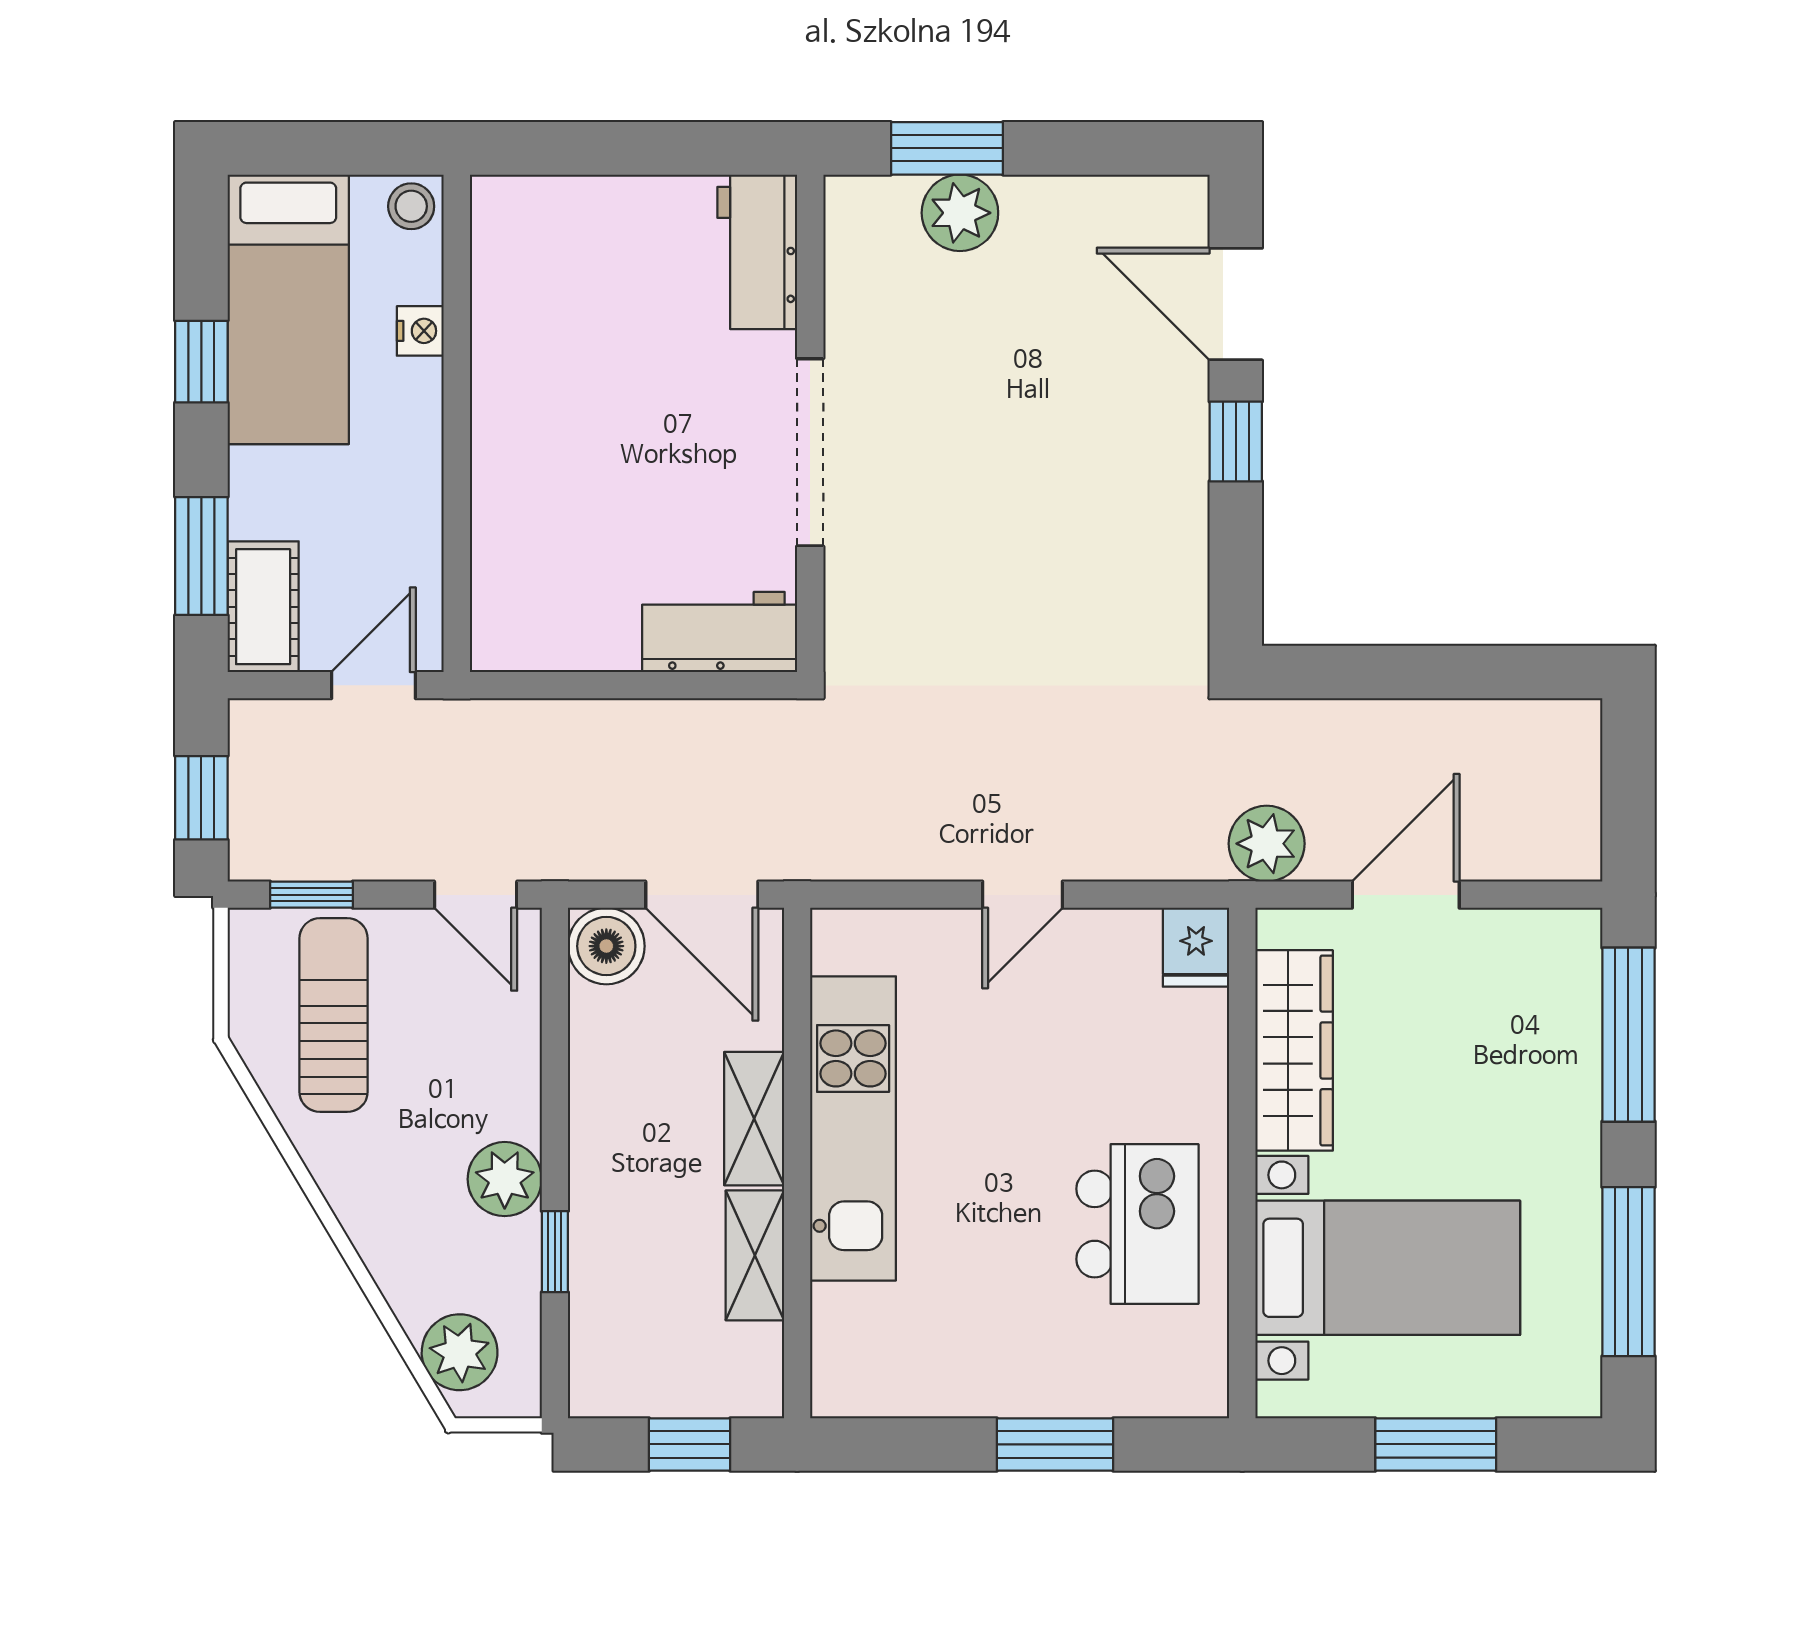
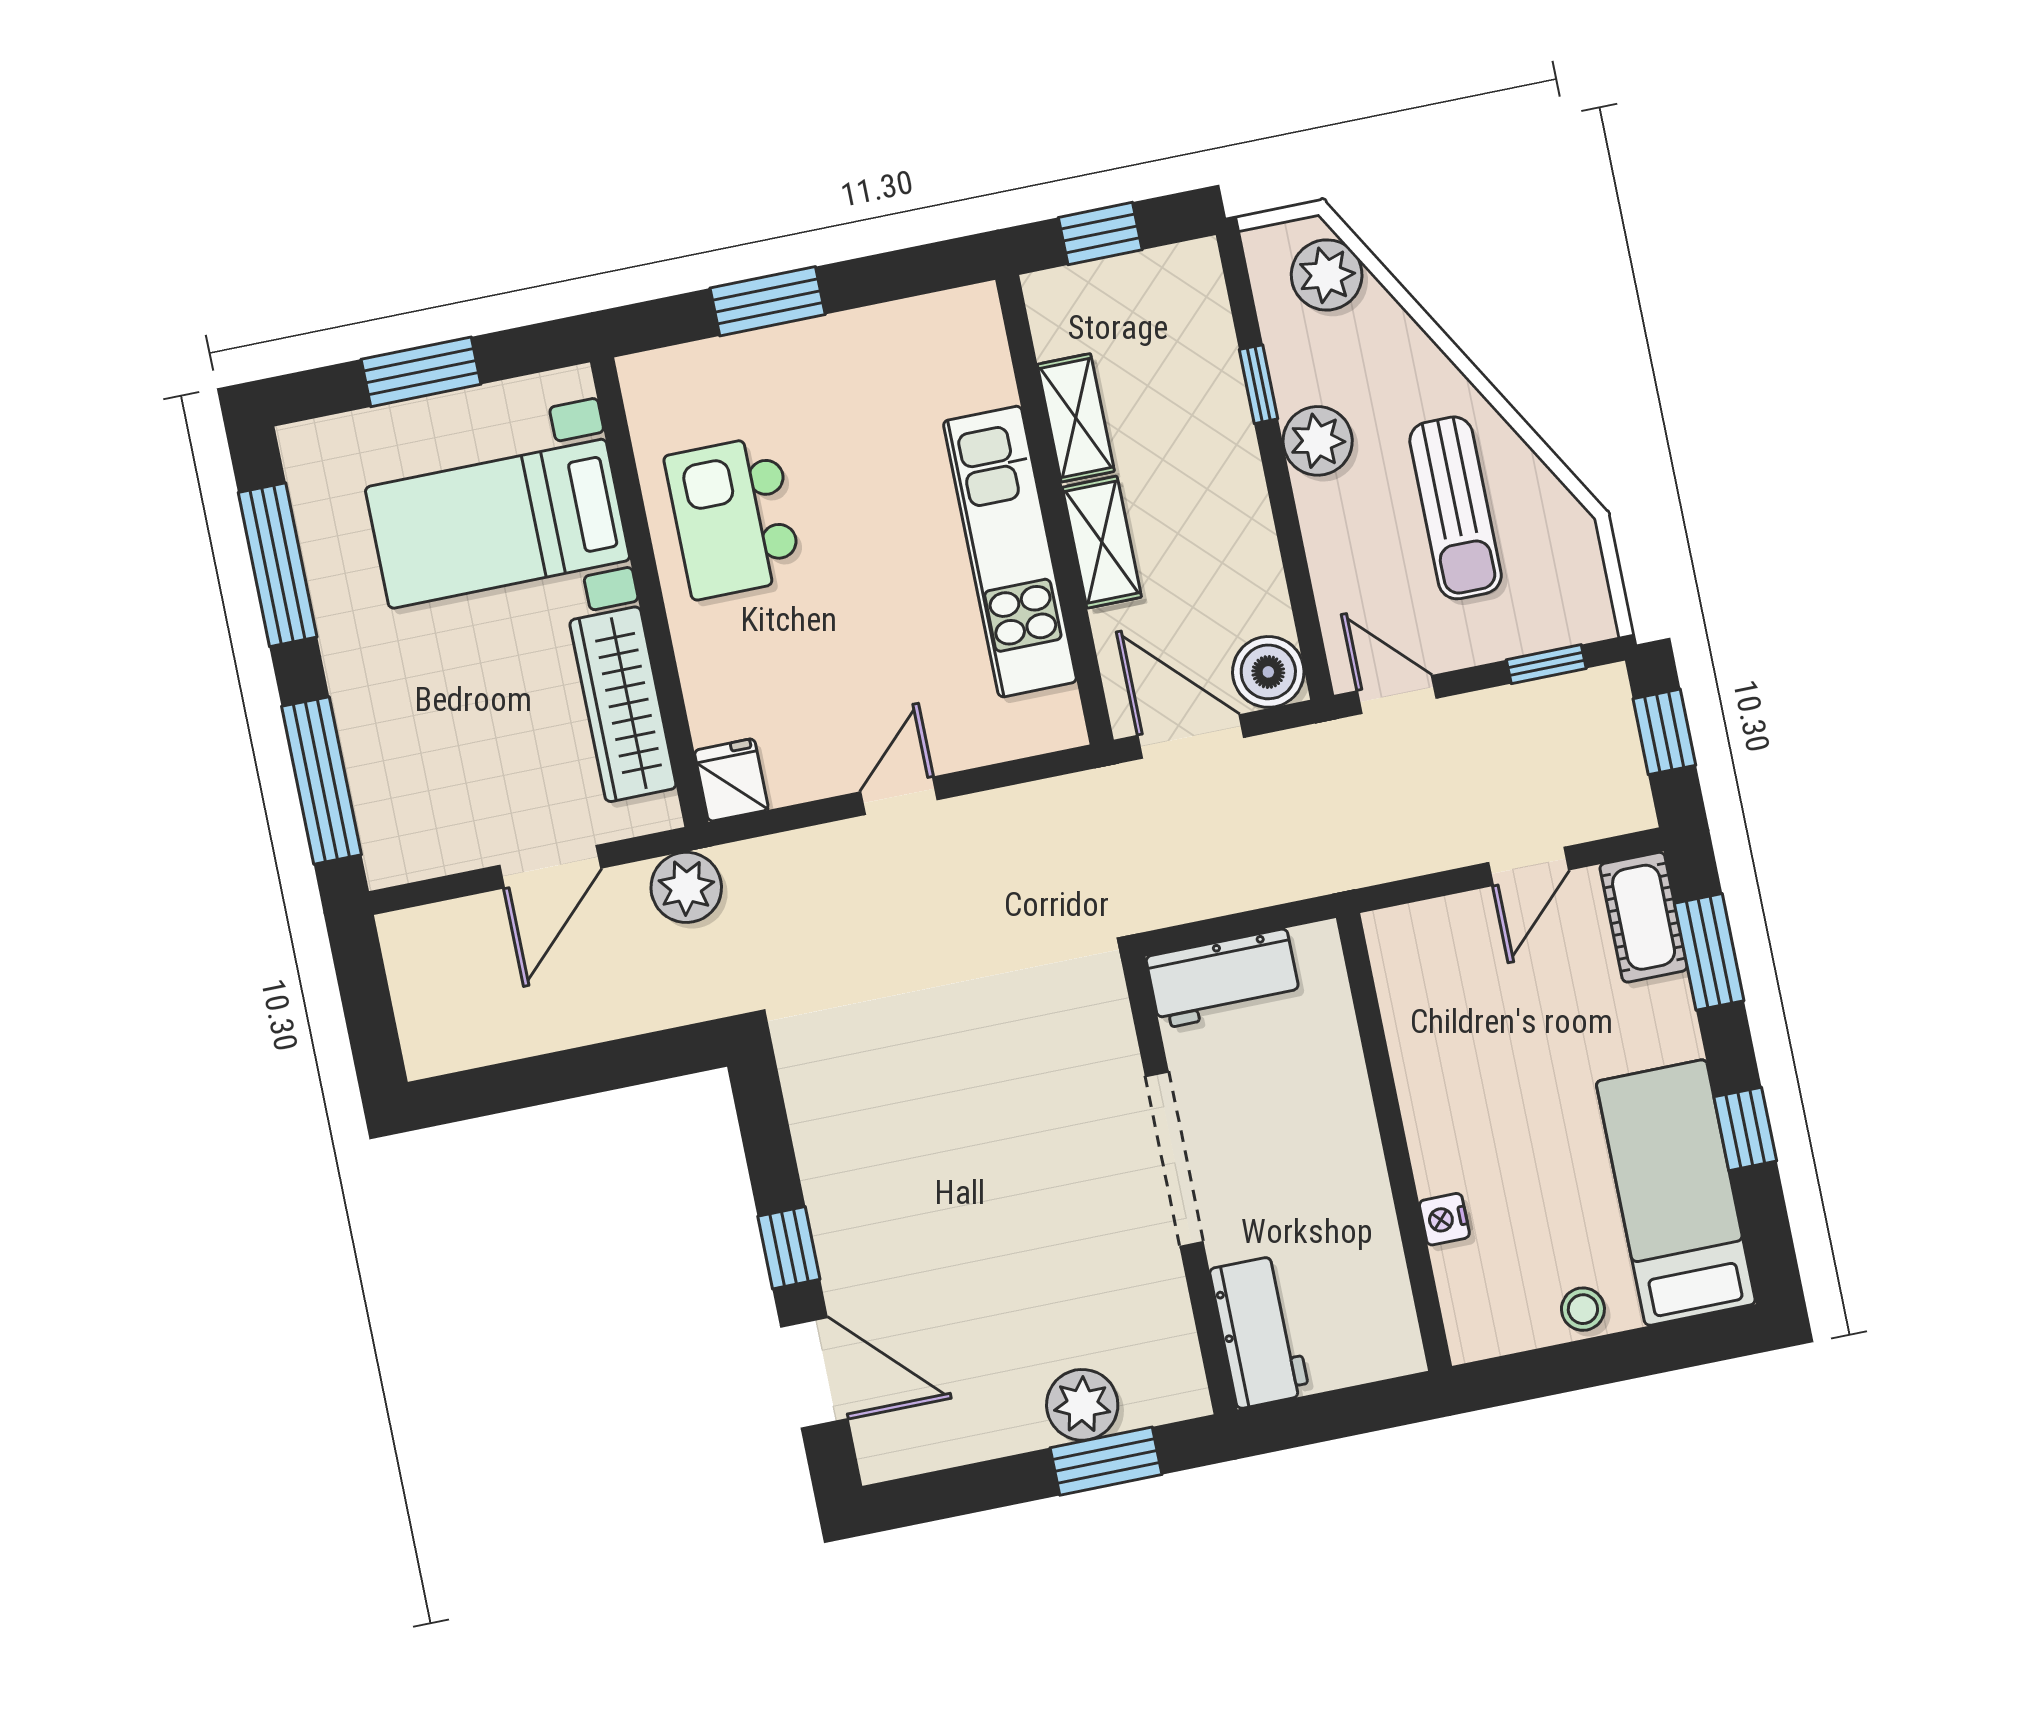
nightstand: (420, 331) -> (1444, 1219), moved
wall: (457, 423) -> (1394, 1142), moved
sun lounger: (334, 1015) -> (1456, 508), moved

